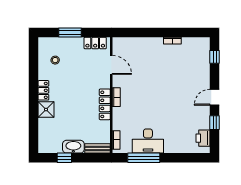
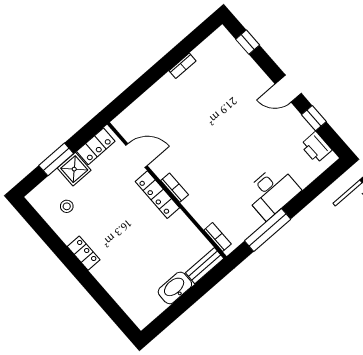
door: (215, 97) -> (288, 89), hinge flipped
locker: (105, 104) -> (157, 195), moved
shower: (46, 110) -> (74, 169), moved
desk: (148, 141) -> (272, 192), moved
window: (64, 158) -> (176, 310), removed

